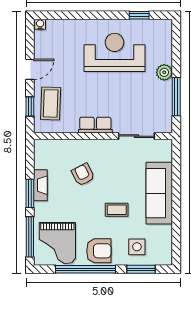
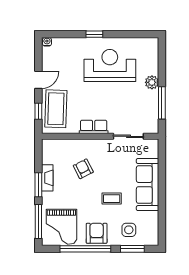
window: (139, 15) -> (94, 34), moved
coffee table: (51, 103) -> (56, 109), width x1.36, depth x1.32
armchair: (99, 251) -> (97, 233), turned -90

